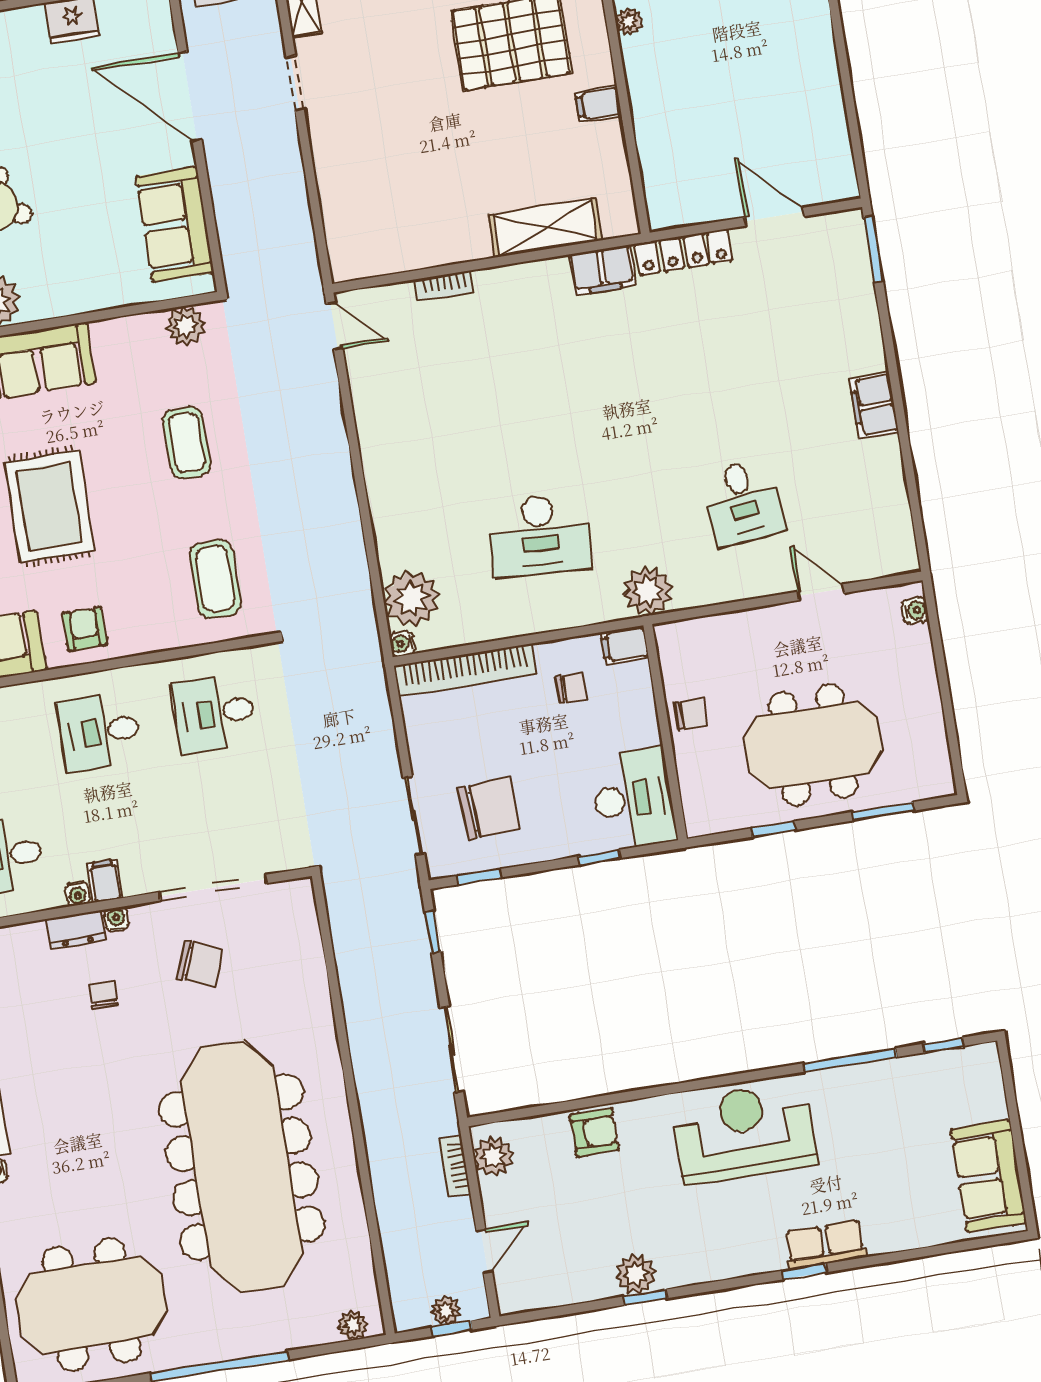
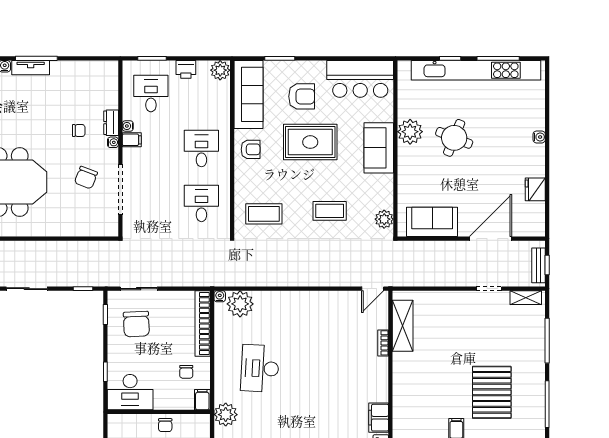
shelving: (545, 228) -> (403, 326), moved

